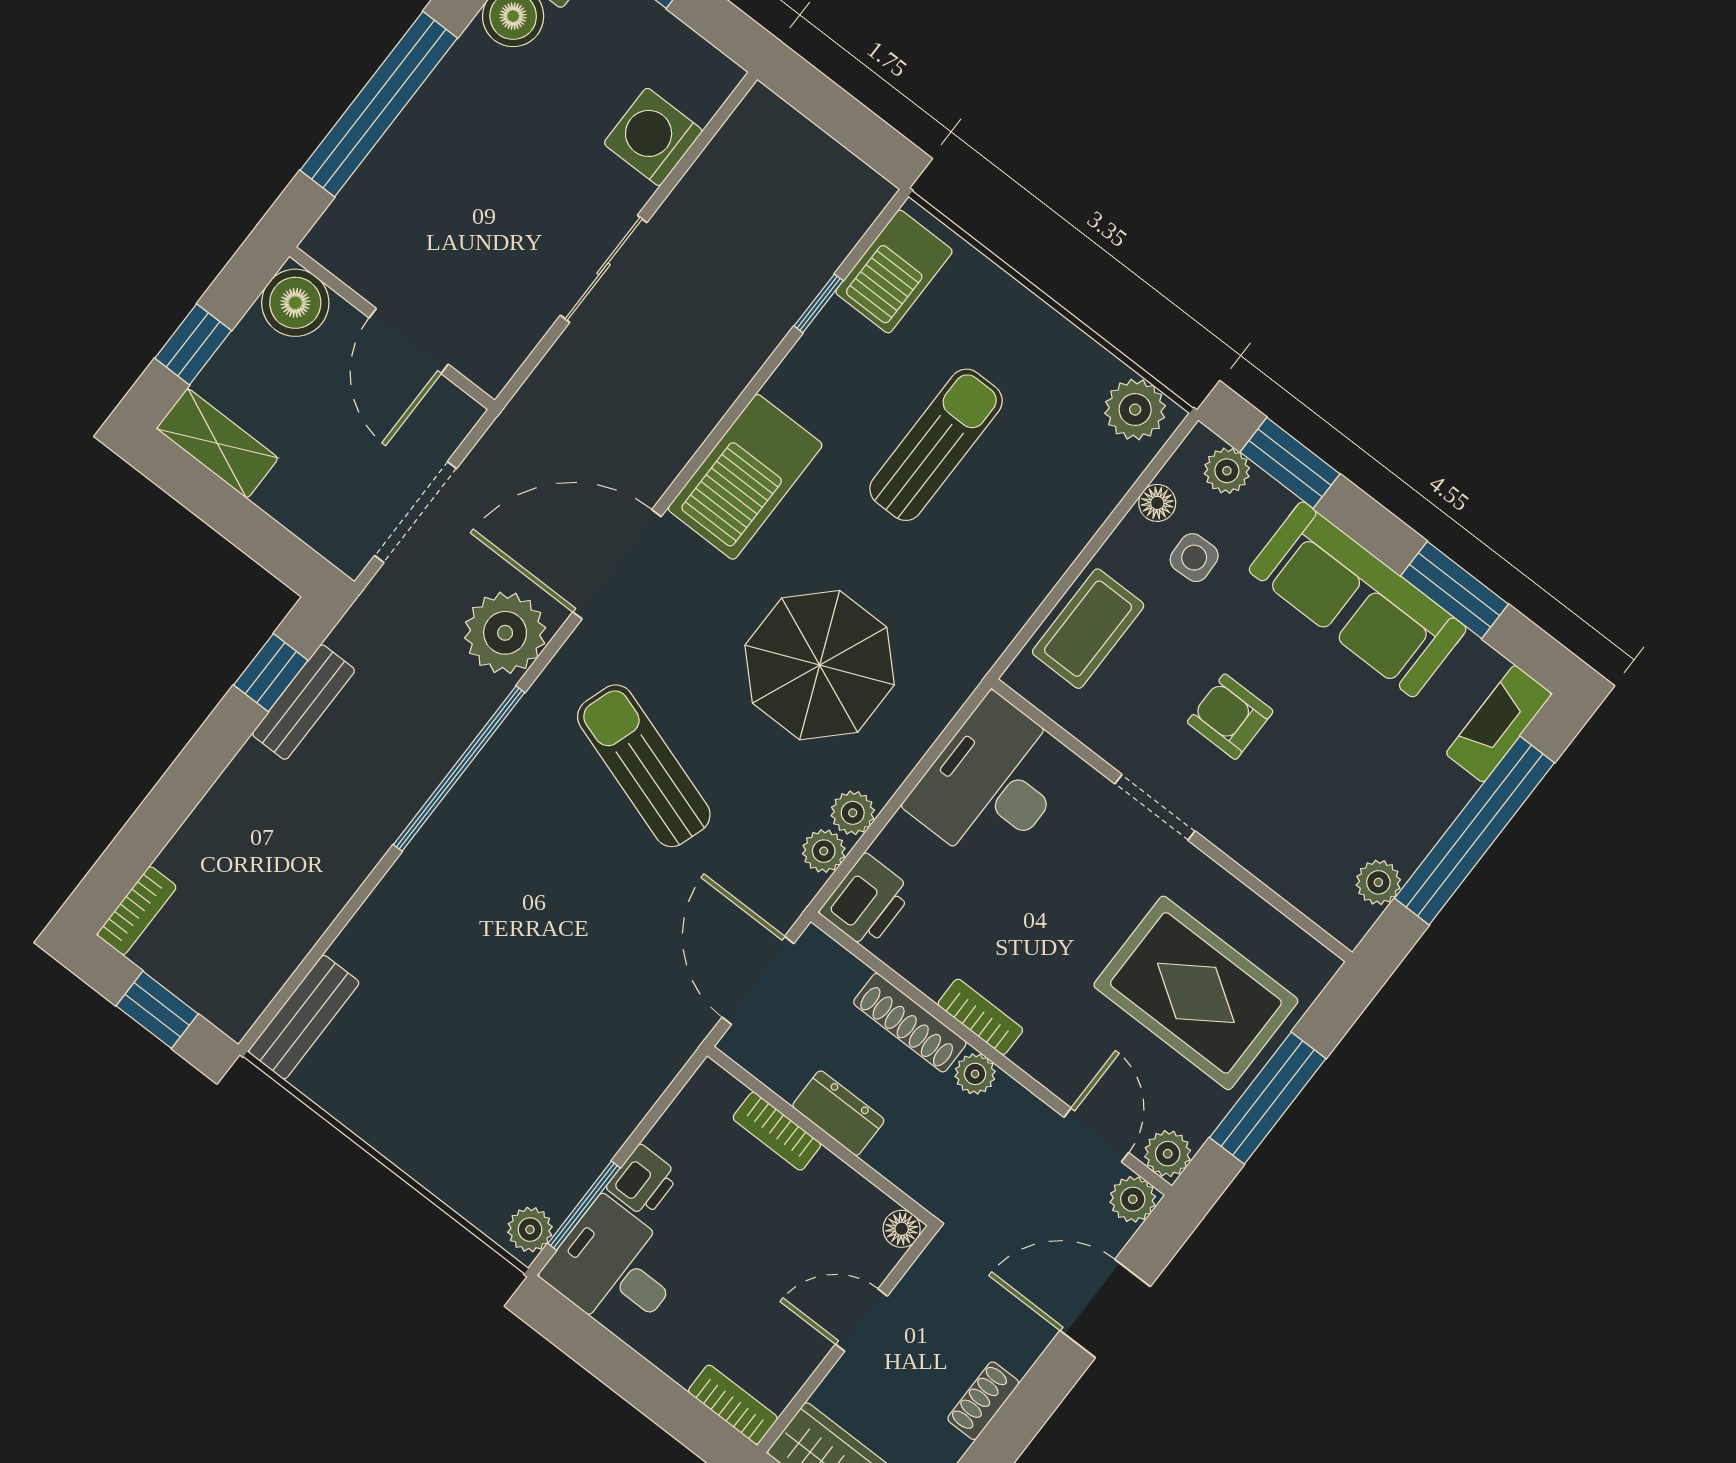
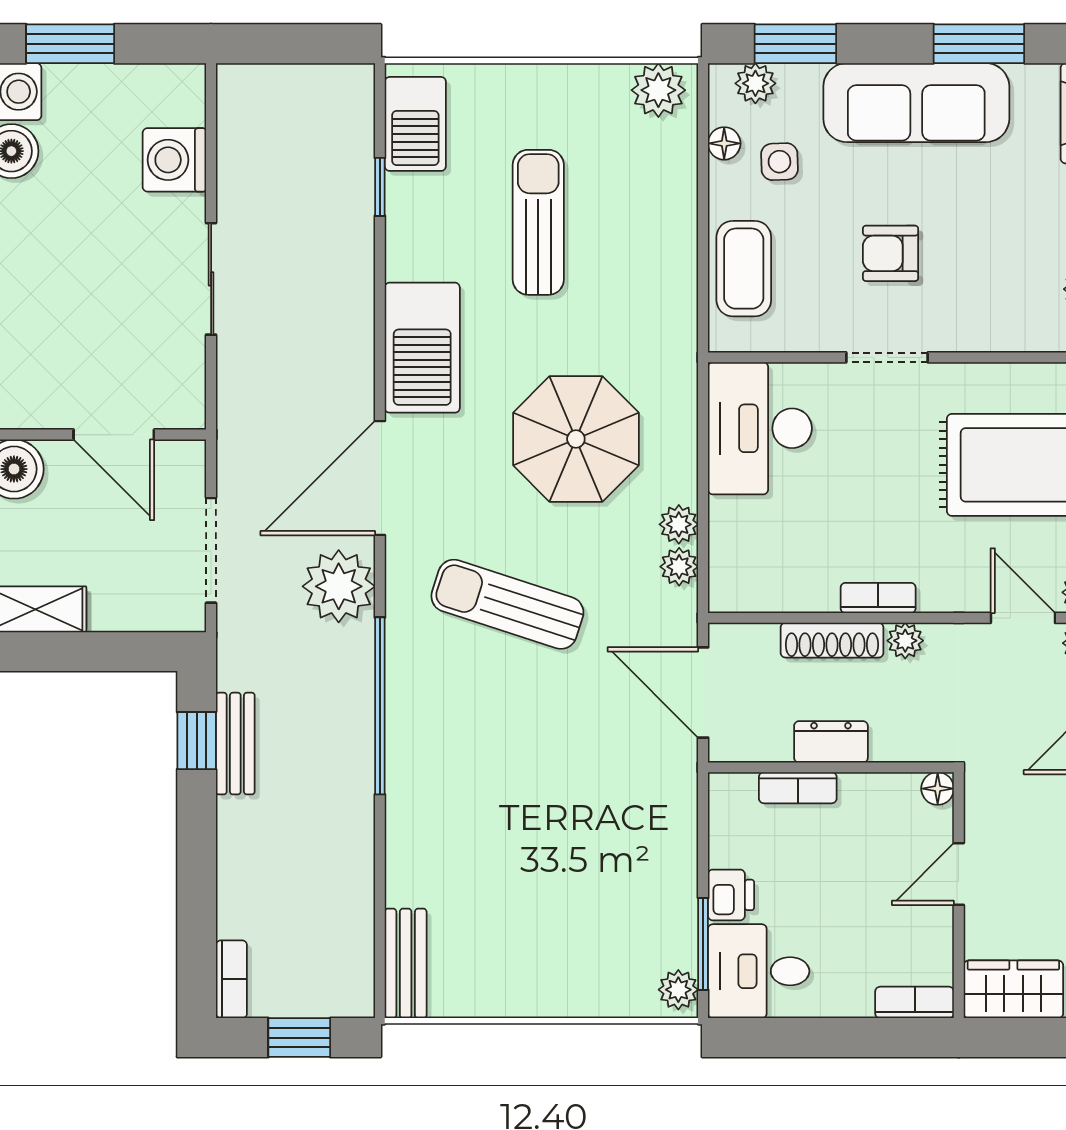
printer: (866, 901) -> (736, 579), removed

